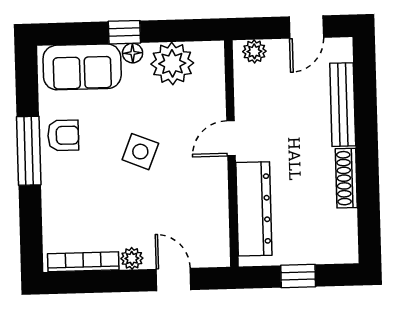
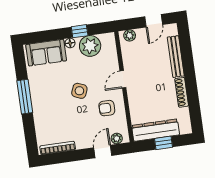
window: (124, 32) -> (80, 31), moved
armchair: (63, 135) -> (107, 108), moved, turned 180
dresser: (254, 209) -> (156, 130), moved, turned -90
plant: (132, 258) -> (117, 138), moved
door: (174, 279) -> (103, 152), hinge flipped

